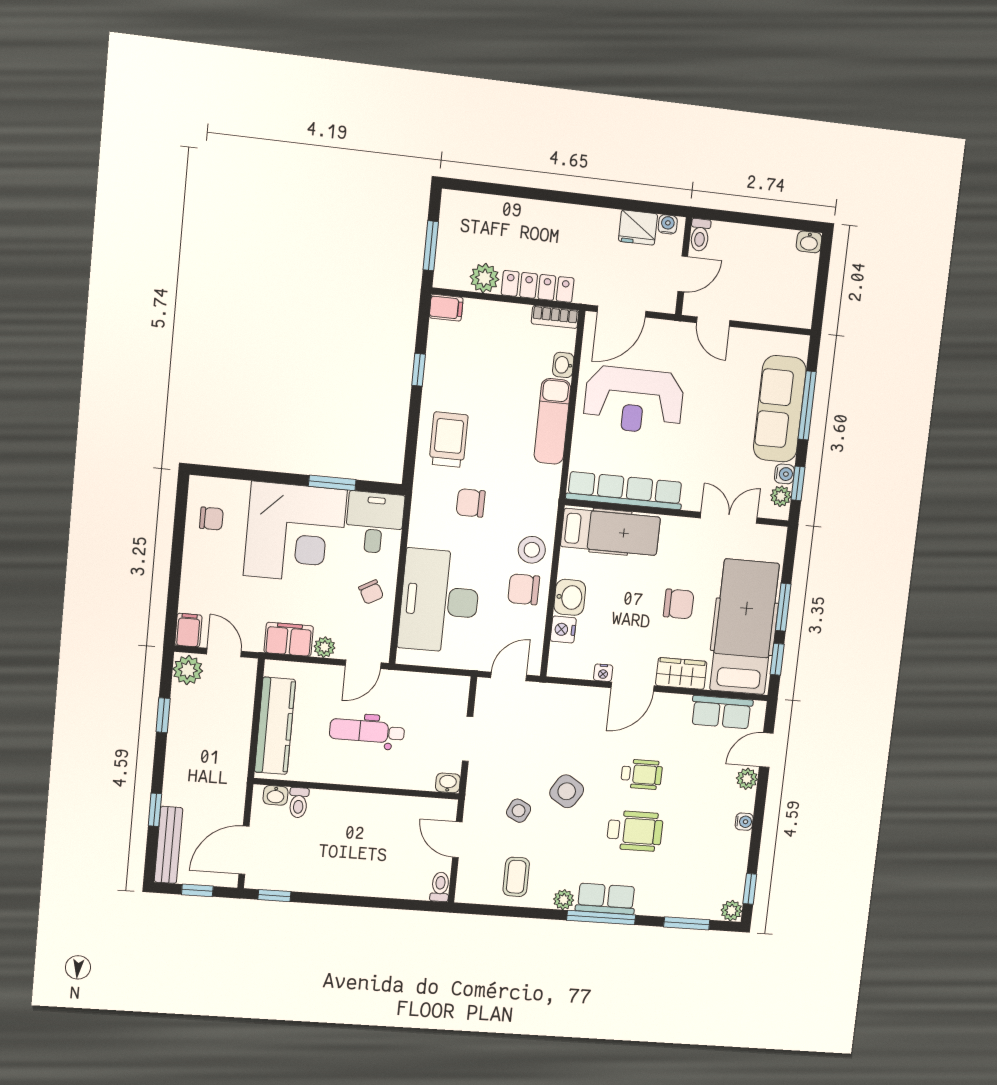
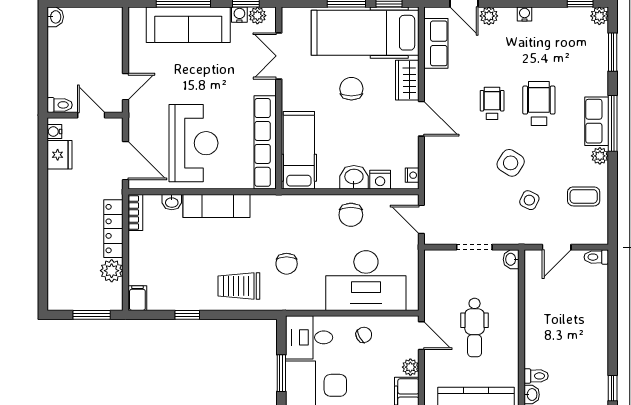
stool: (532, 550) -> (319, 212), removed
nightstand: (603, 673) -> (412, 175), moved

